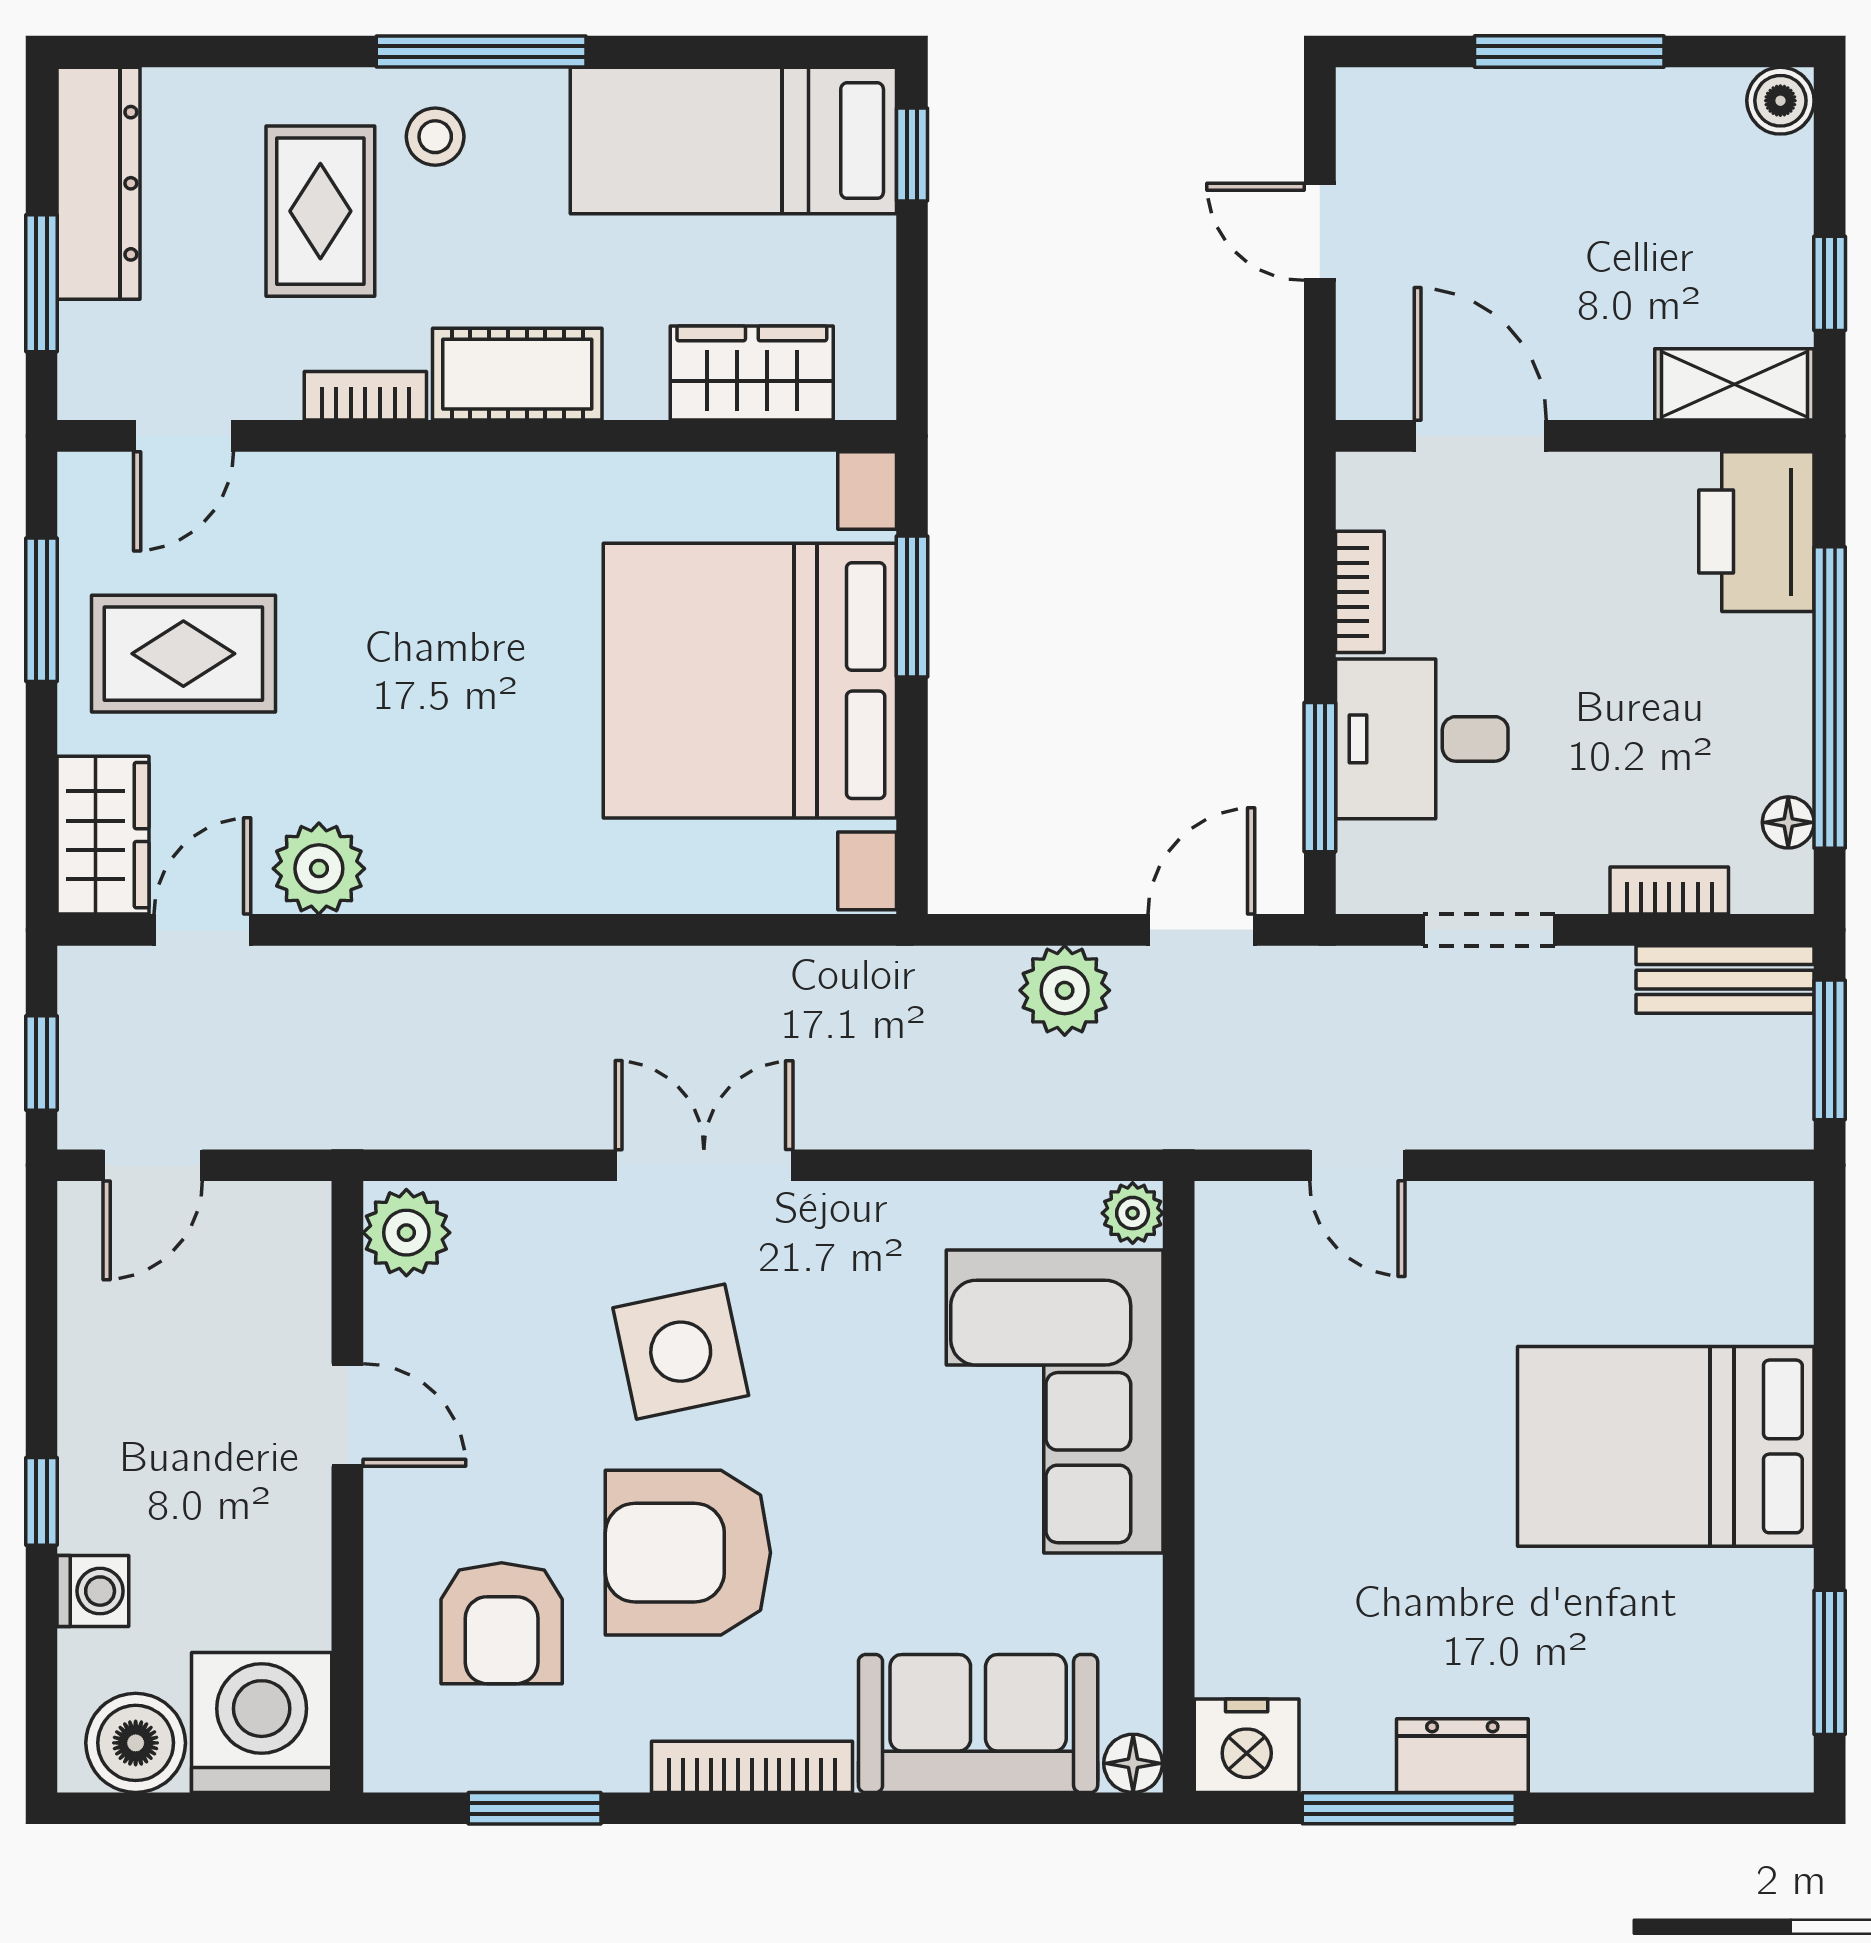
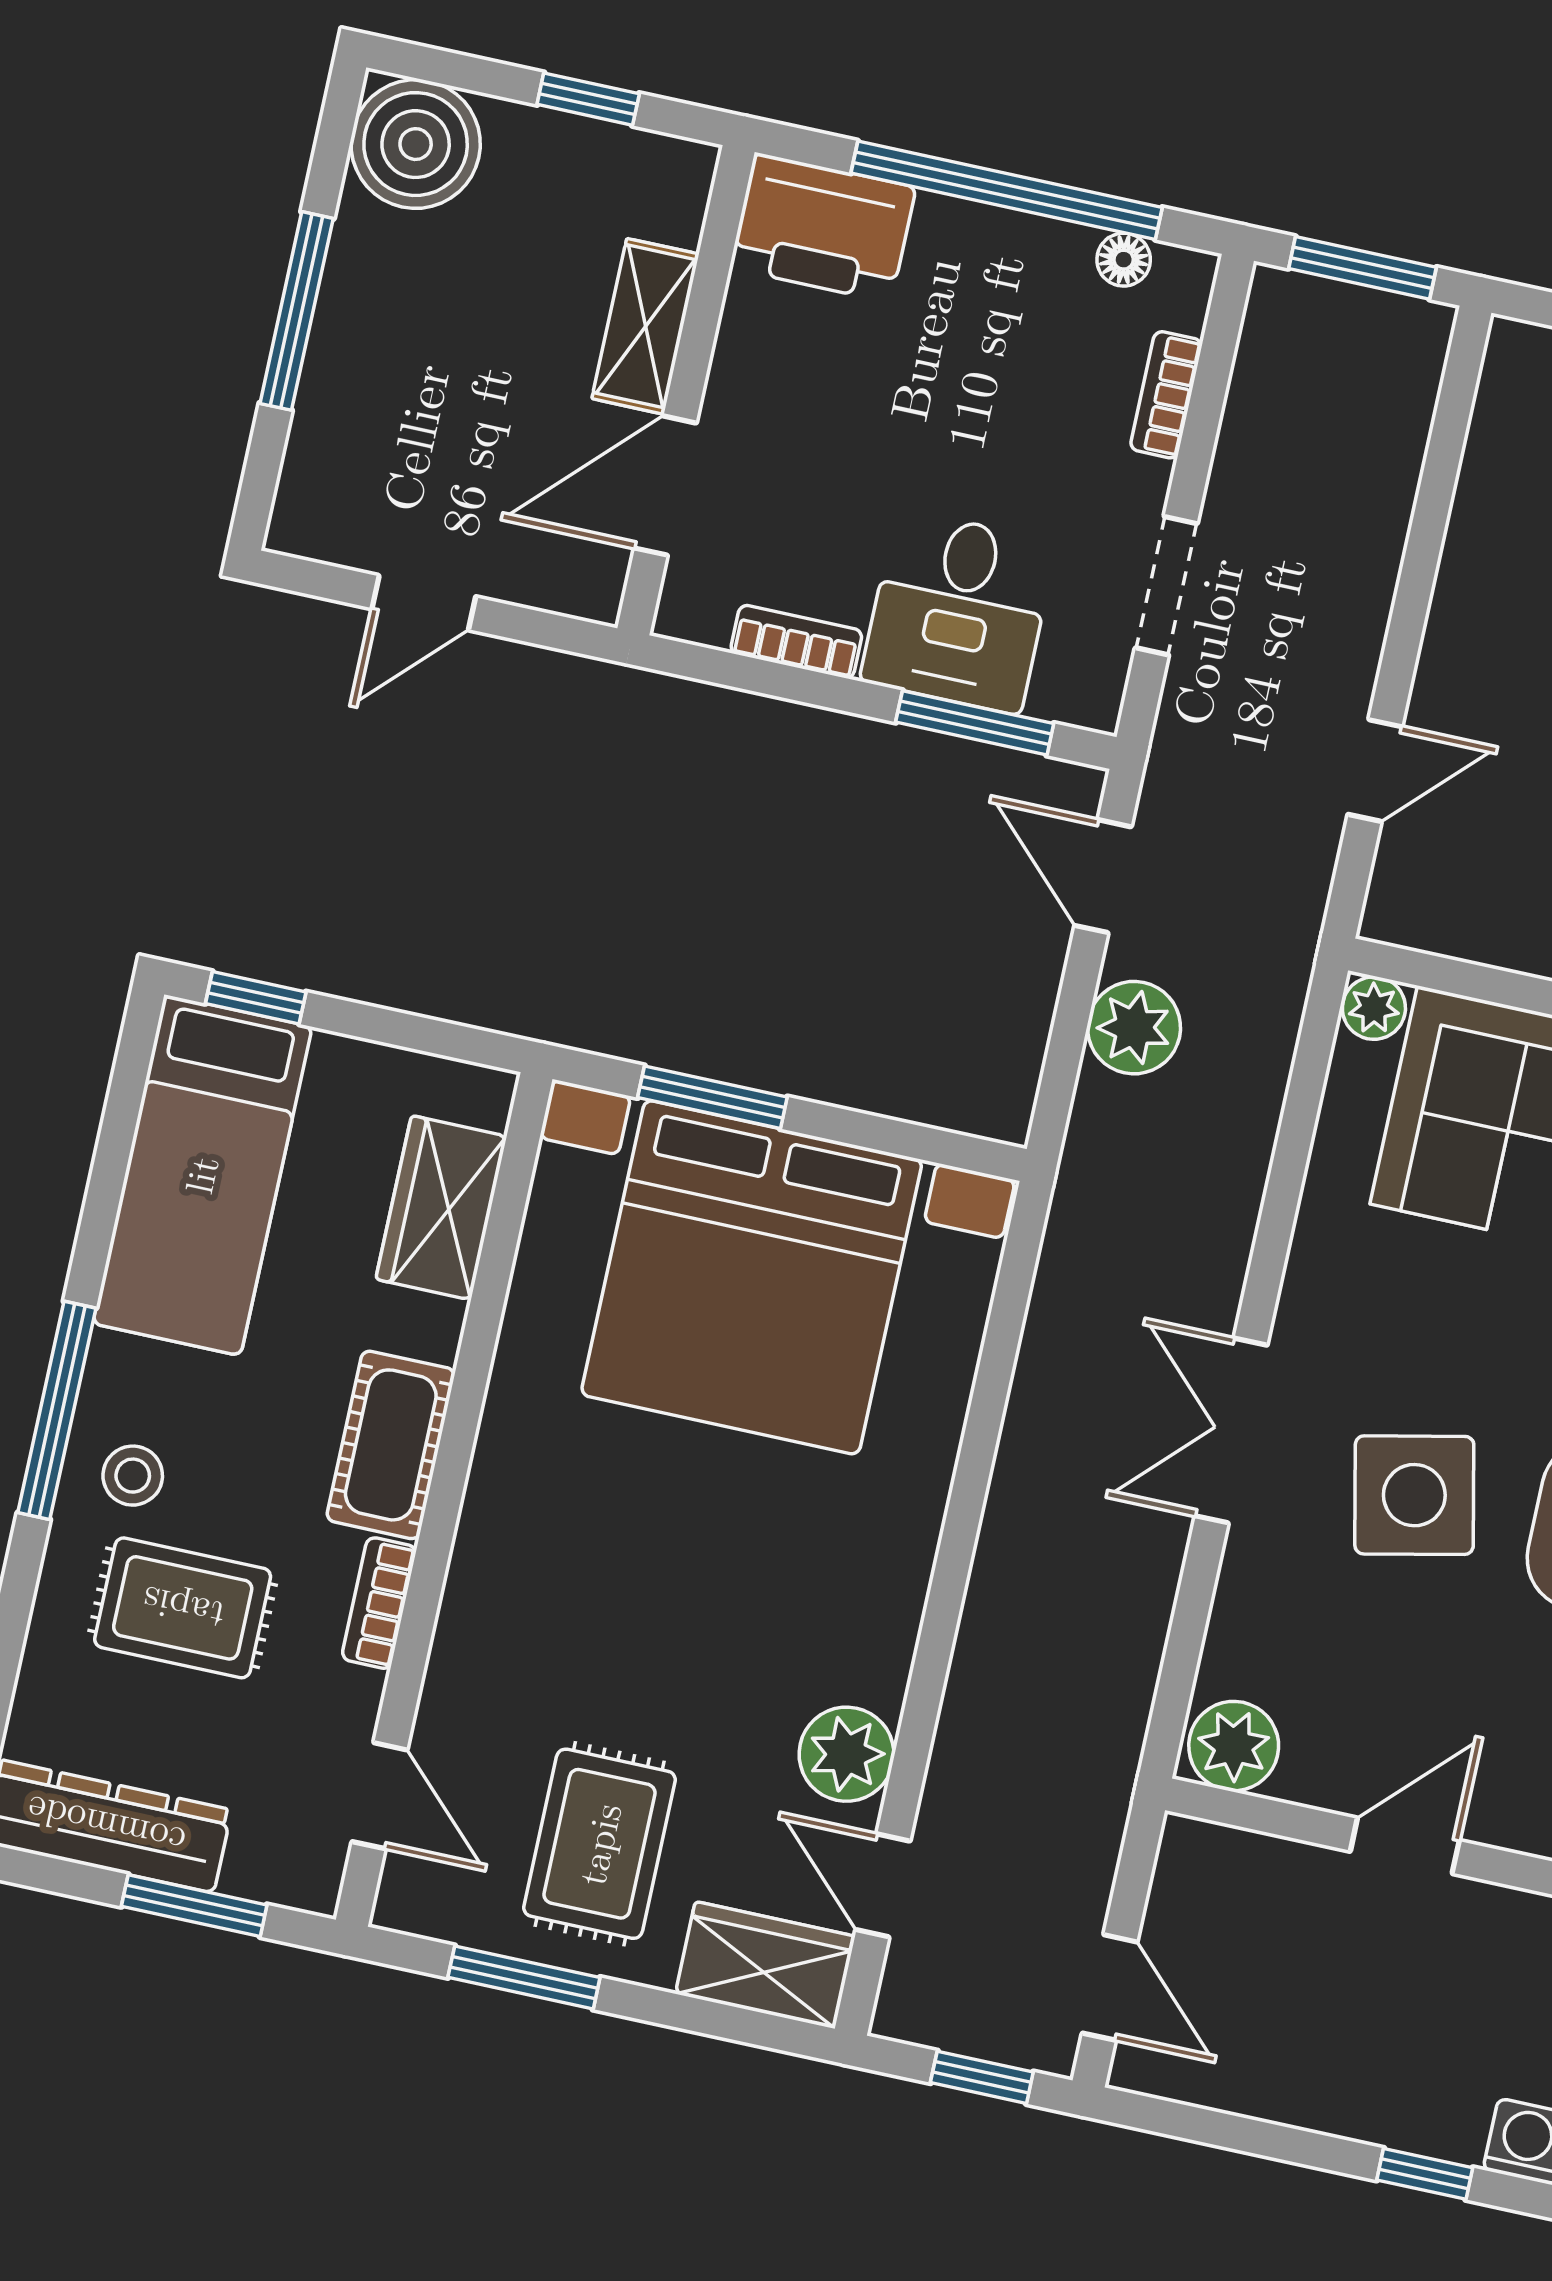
boiler: (1780, 101) -> (416, 144), width x1.86, depth x1.86
shelving: (1734, 384) -> (645, 326), moved
bench: (1725, 980) -> (1268, 358), removed

